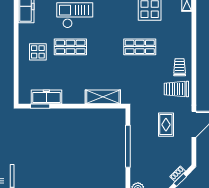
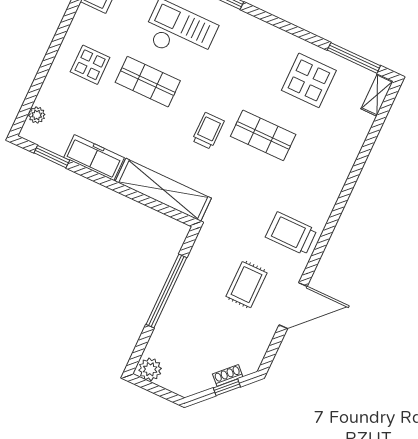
trolley: (180, 67) -> (208, 131), moved
plant: (23, 89) -> (37, 115), added
freezer: (46, 97) -> (94, 158), moved
shelving: (103, 97) -> (163, 190), width x1.47

